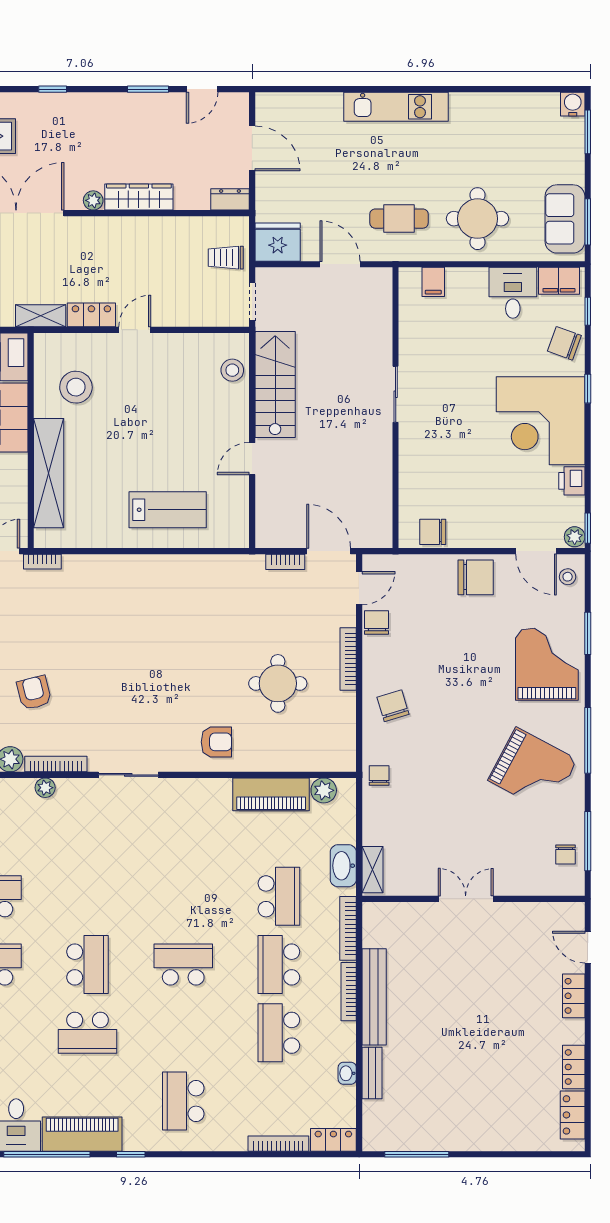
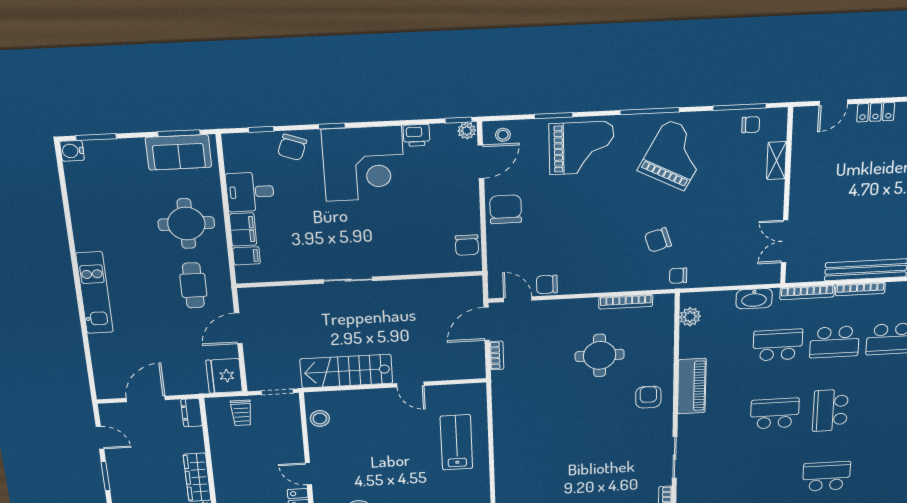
filing cabinet: (559, 281) -> (243, 229), moved
stool: (232, 370) -> (320, 418), moved
bookcase: (348, 659) -> (626, 302), moved
grand piano: (547, 664) -> (582, 148), turned 180
chair: (393, 706) -> (658, 240), moved
piano: (271, 794) -> (692, 386), moved
shelving: (372, 870) -> (777, 161), moved, turned 90
double door: (466, 899) -> (785, 241), moved
school desk: (88, 1033) -> (775, 414), moved, turned -90

